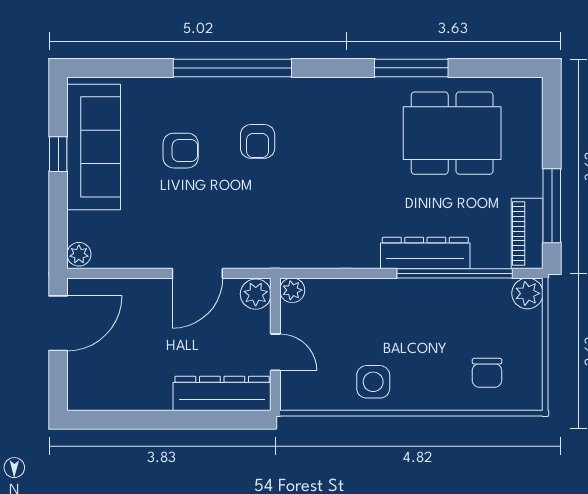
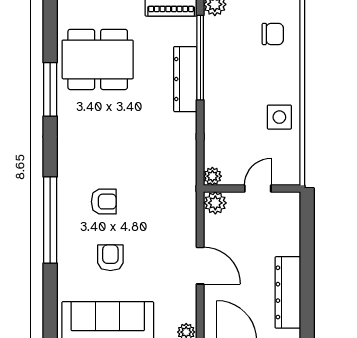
dining table: (452, 133) -> (98, 59), turned 90
door: (197, 273) -> (200, 266), moved
dresser: (222, 393) -> (288, 292), moved

